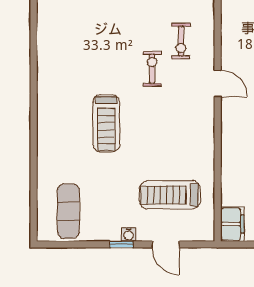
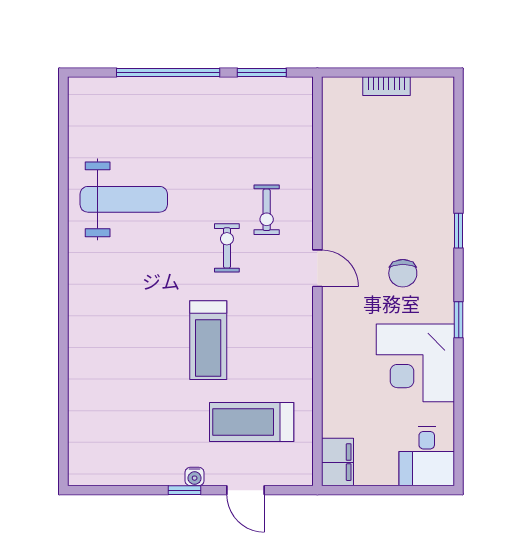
weight bench: (77, 34) -> (124, 199), added
treadmill: (106, 123) -> (208, 340), moved
exercise mat: (68, 211) -> (111, 444), removed

